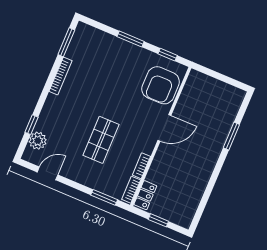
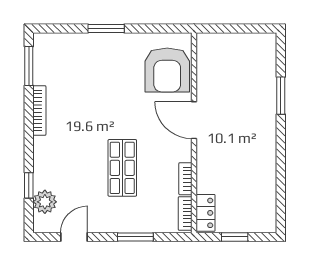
window: (168, 55) -> (160, 28), removed
door: (164, 128) -> (194, 120), swing flipped
window: (104, 197) -> (135, 237), moved

